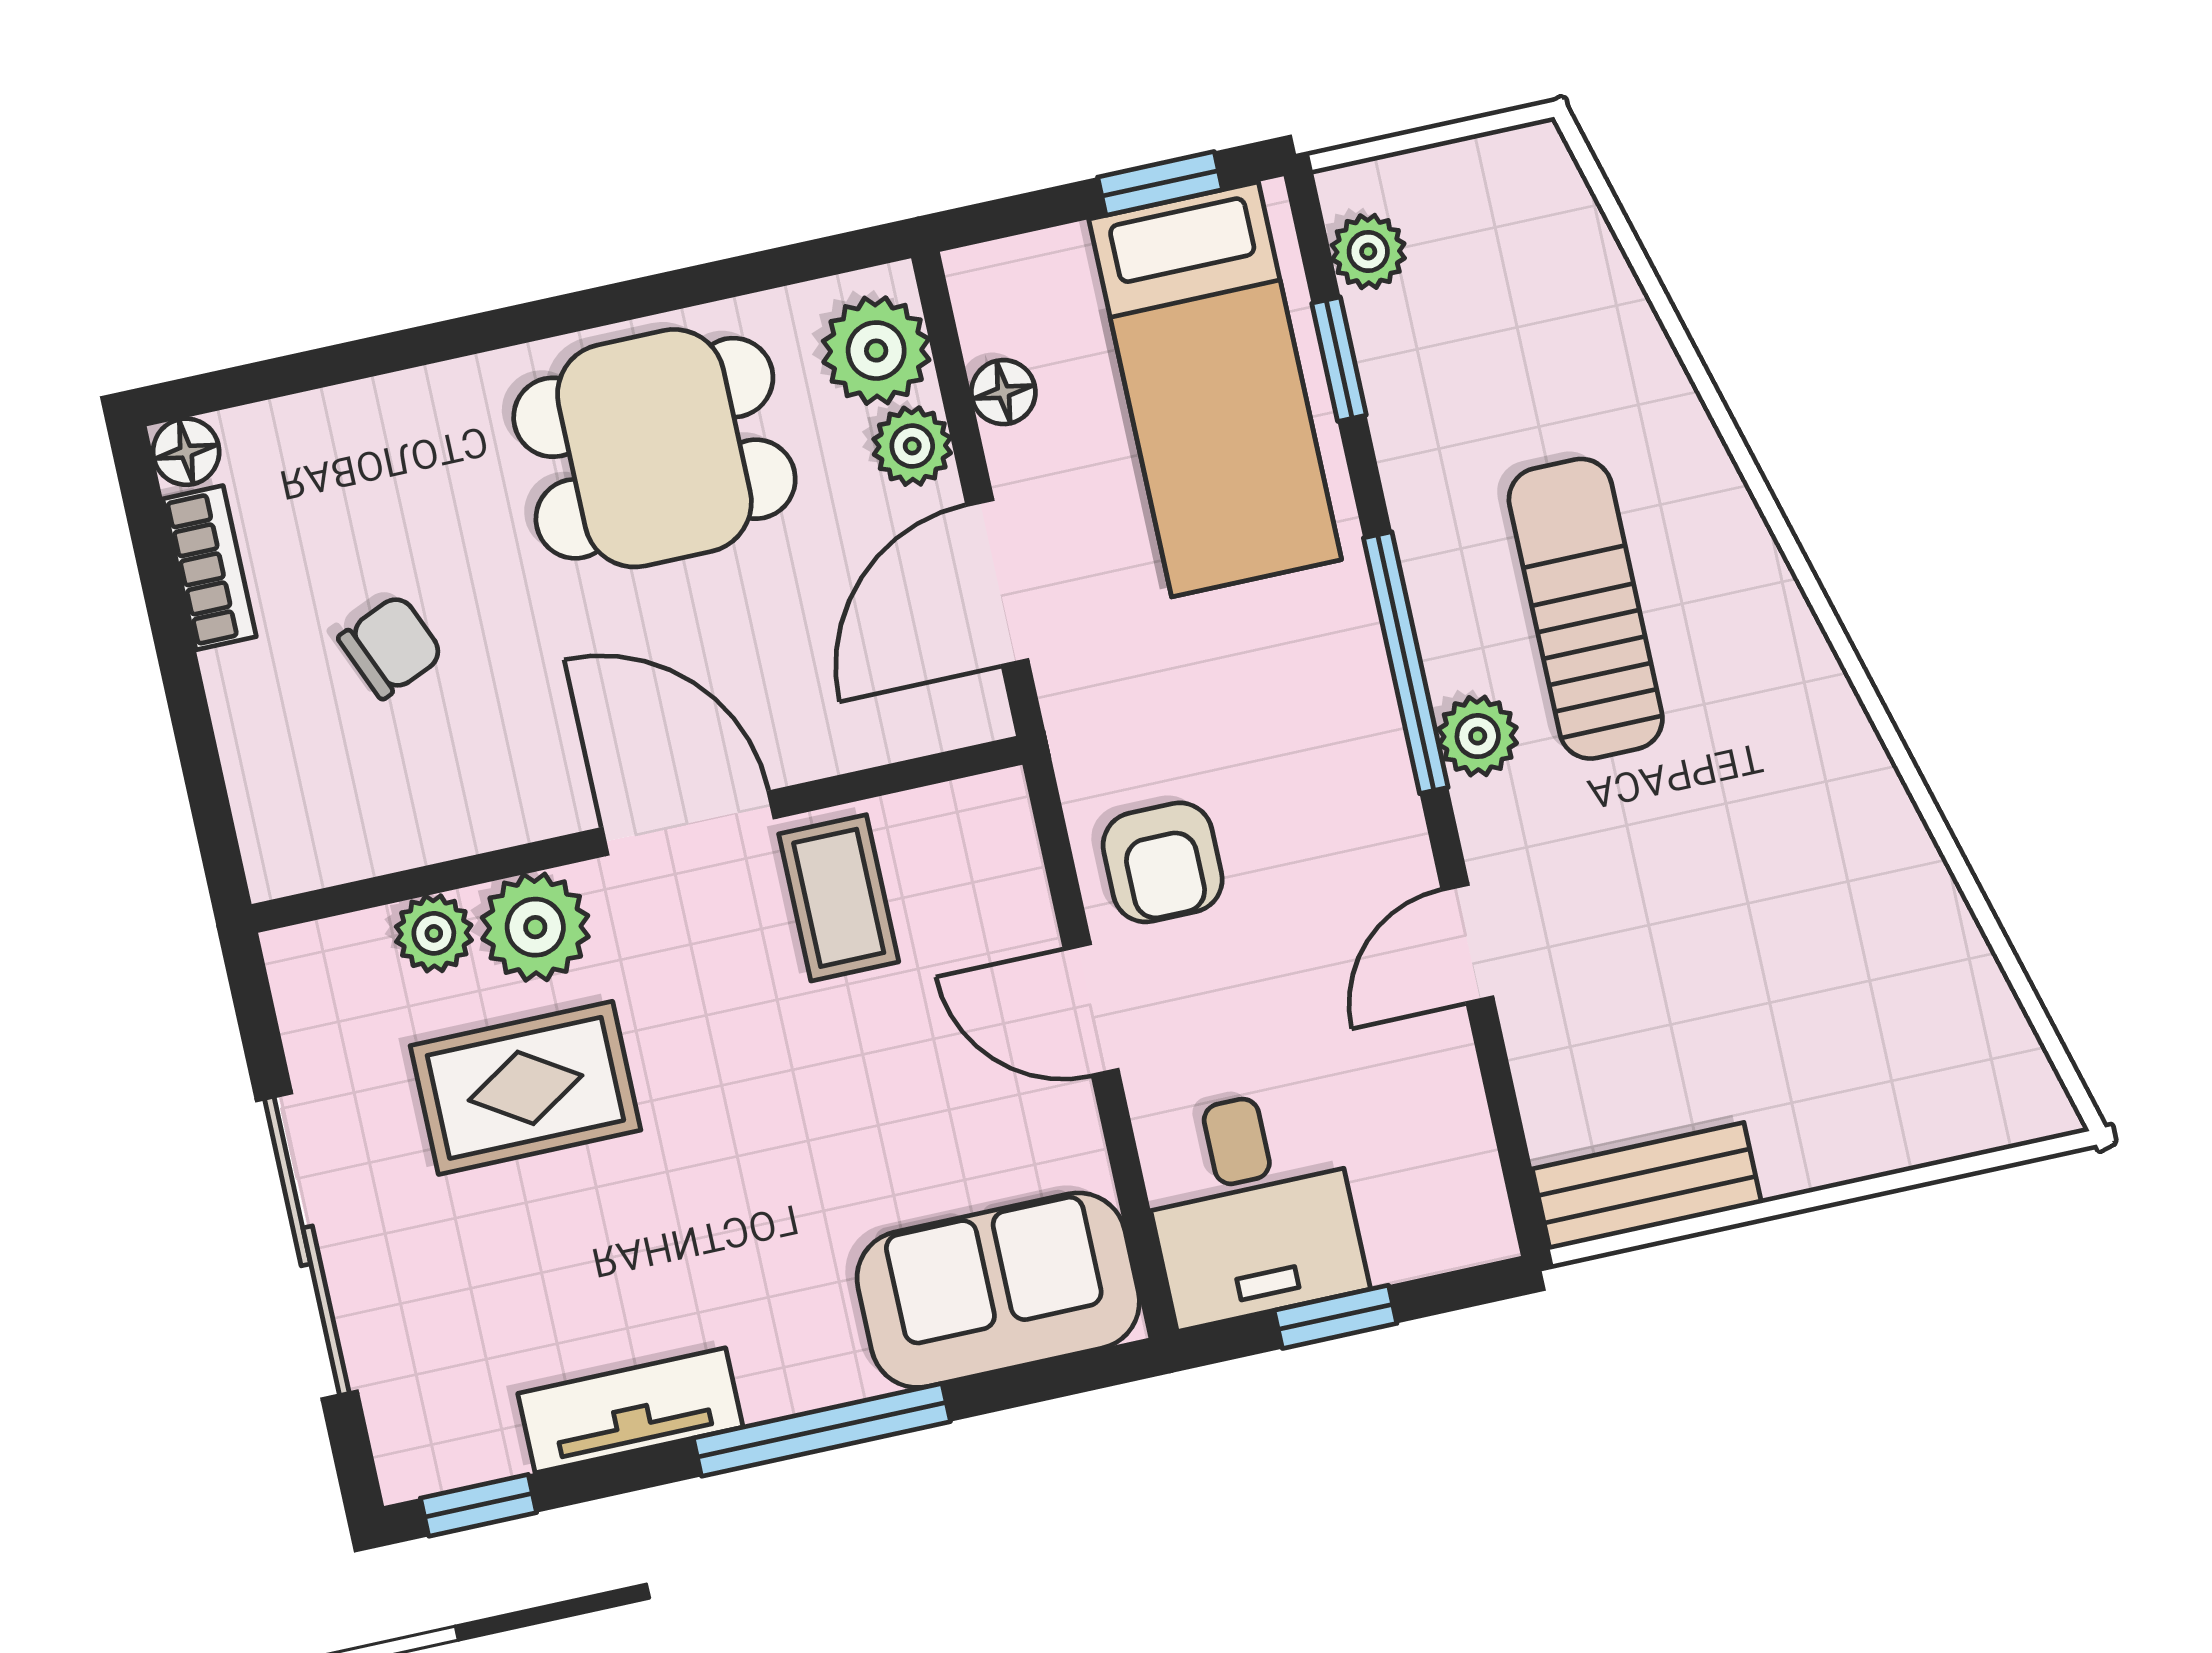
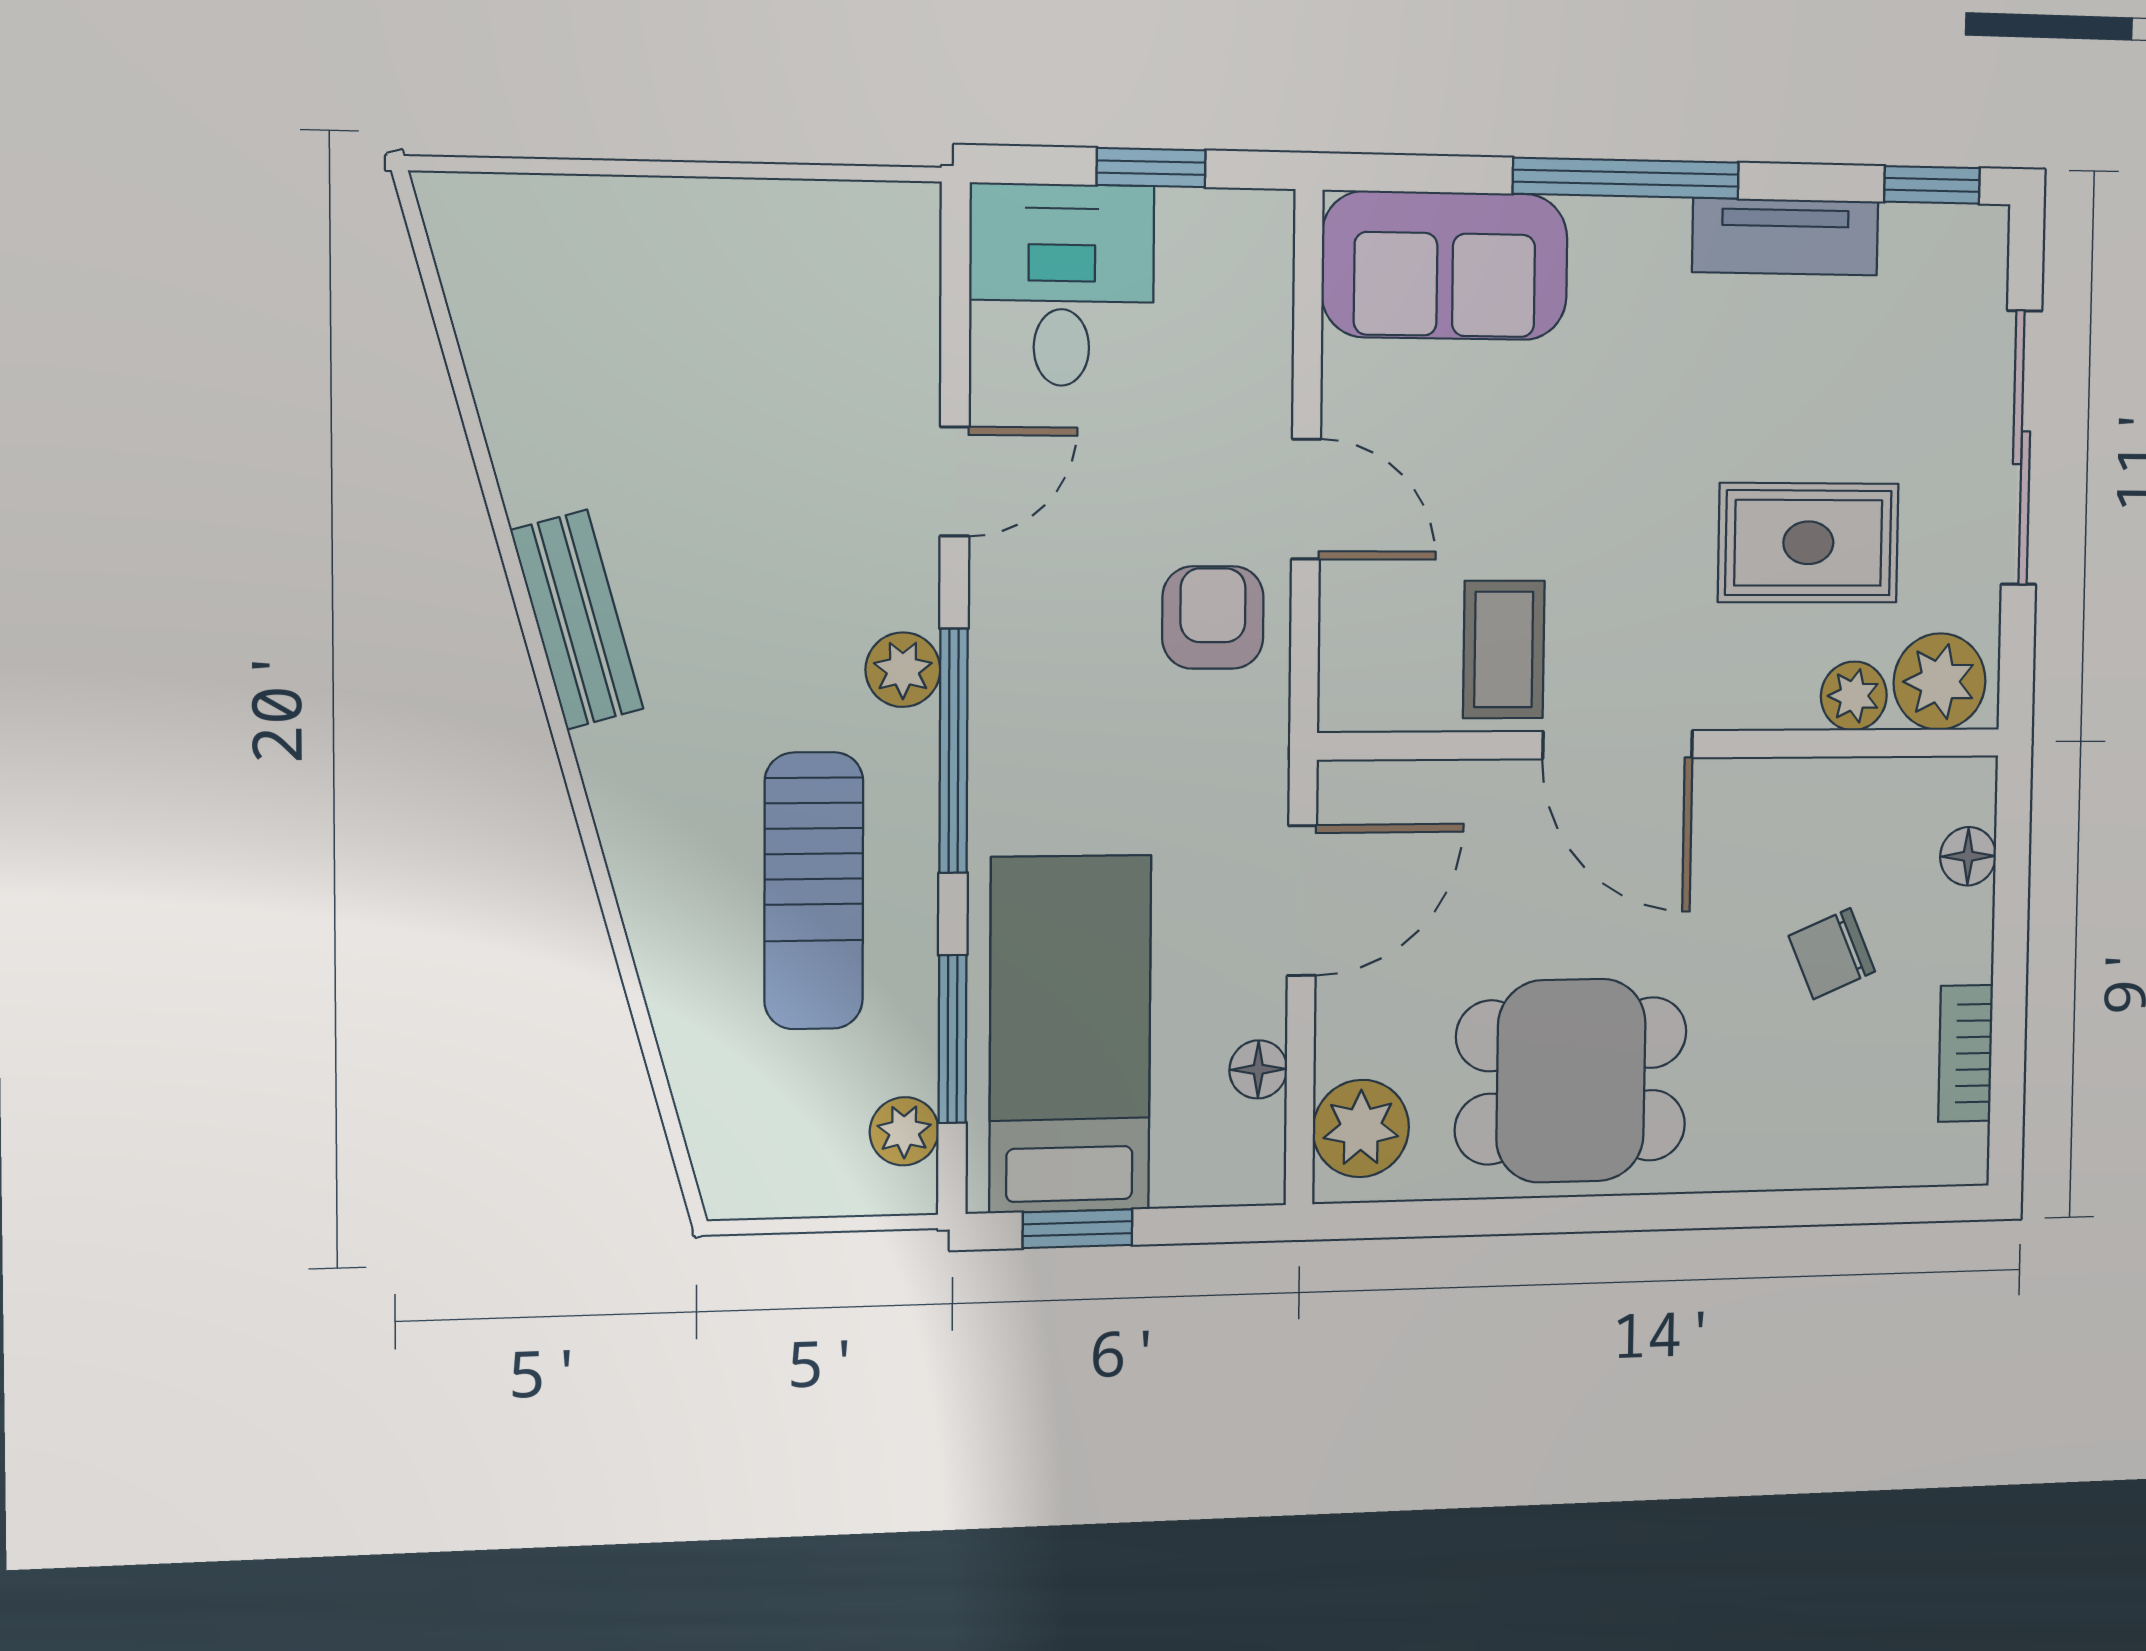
window: (1339, 359) -> (952, 1039), width x1.50
plant: (912, 446) -> (1349, 1037), removed
floor lamp: (186, 452) -> (1968, 856), moved
sun lounger: (1586, 609) -> (814, 891), moved
plant: (535, 927) -> (1940, 682), moved
bench: (1647, 1186) -> (577, 620), moved, turned 75
desk: (1251, 1206) -> (1062, 285), moved

